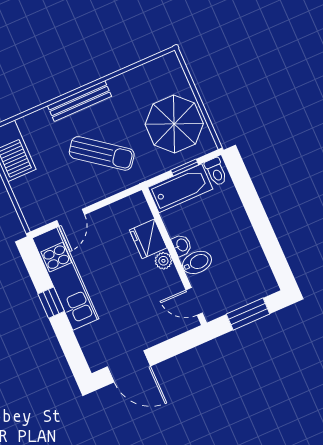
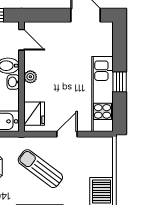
door: (71, 218) -> (67, 134), moved
fridge: (148, 239) -> (34, 114), moved

